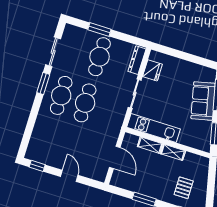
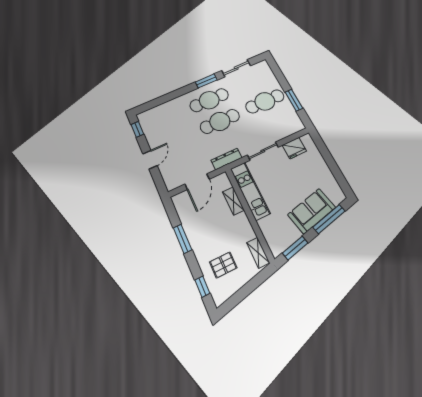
window: (99, 29) -> (294, 100), moved
dresser: (137, 60) -> (226, 159), moved
shelving: (173, 152) -> (258, 253), moved

